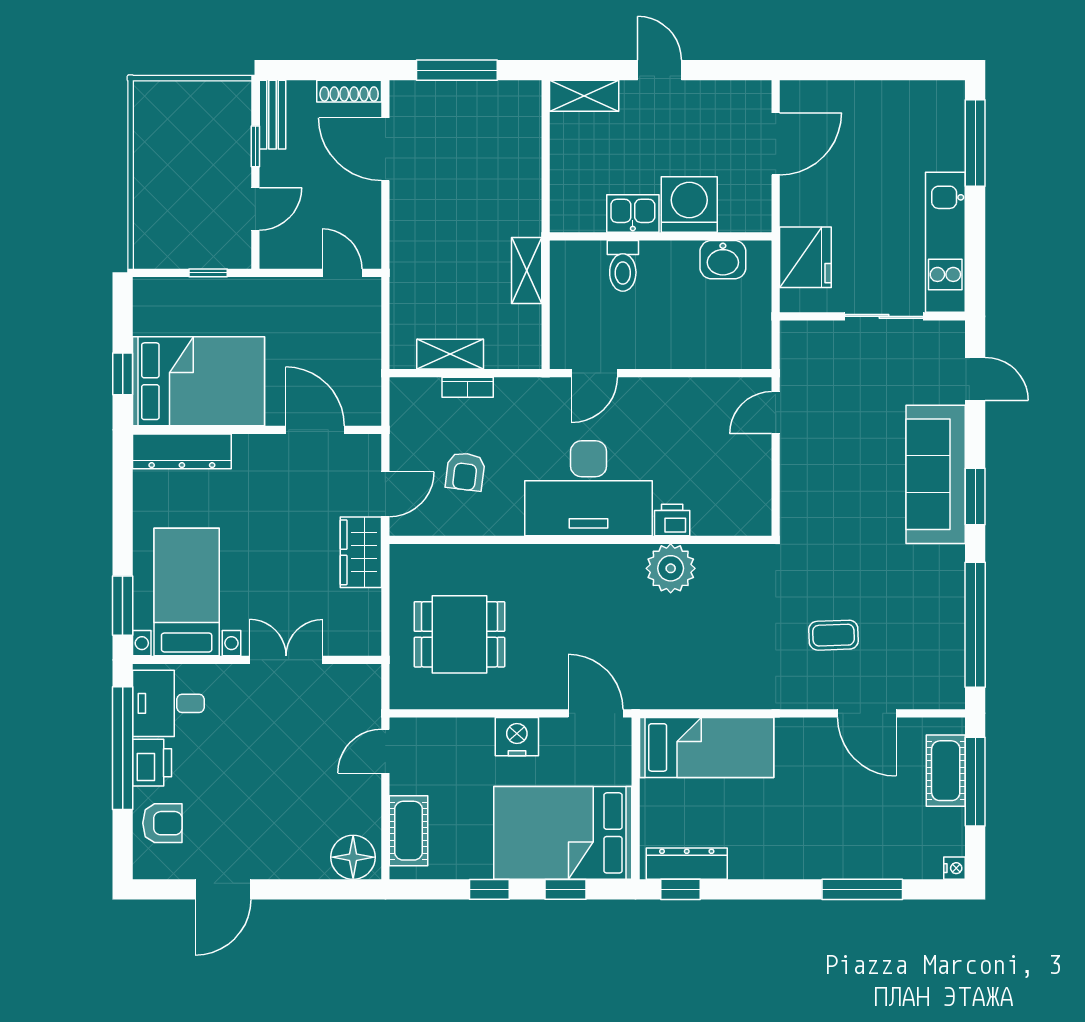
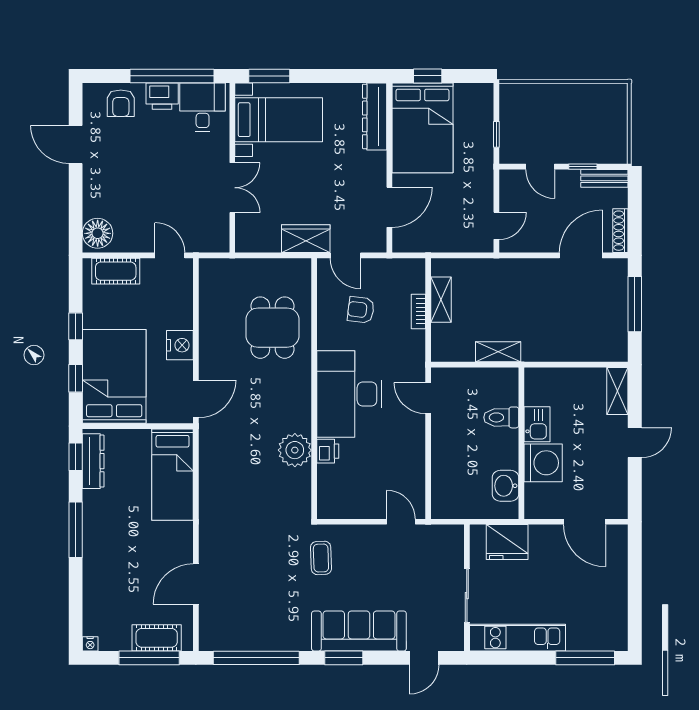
dining table: (459, 634) -> (272, 328), moved
coffee table: (834, 635) -> (321, 558), moved
window: (862, 889) -> (76, 530), moved

